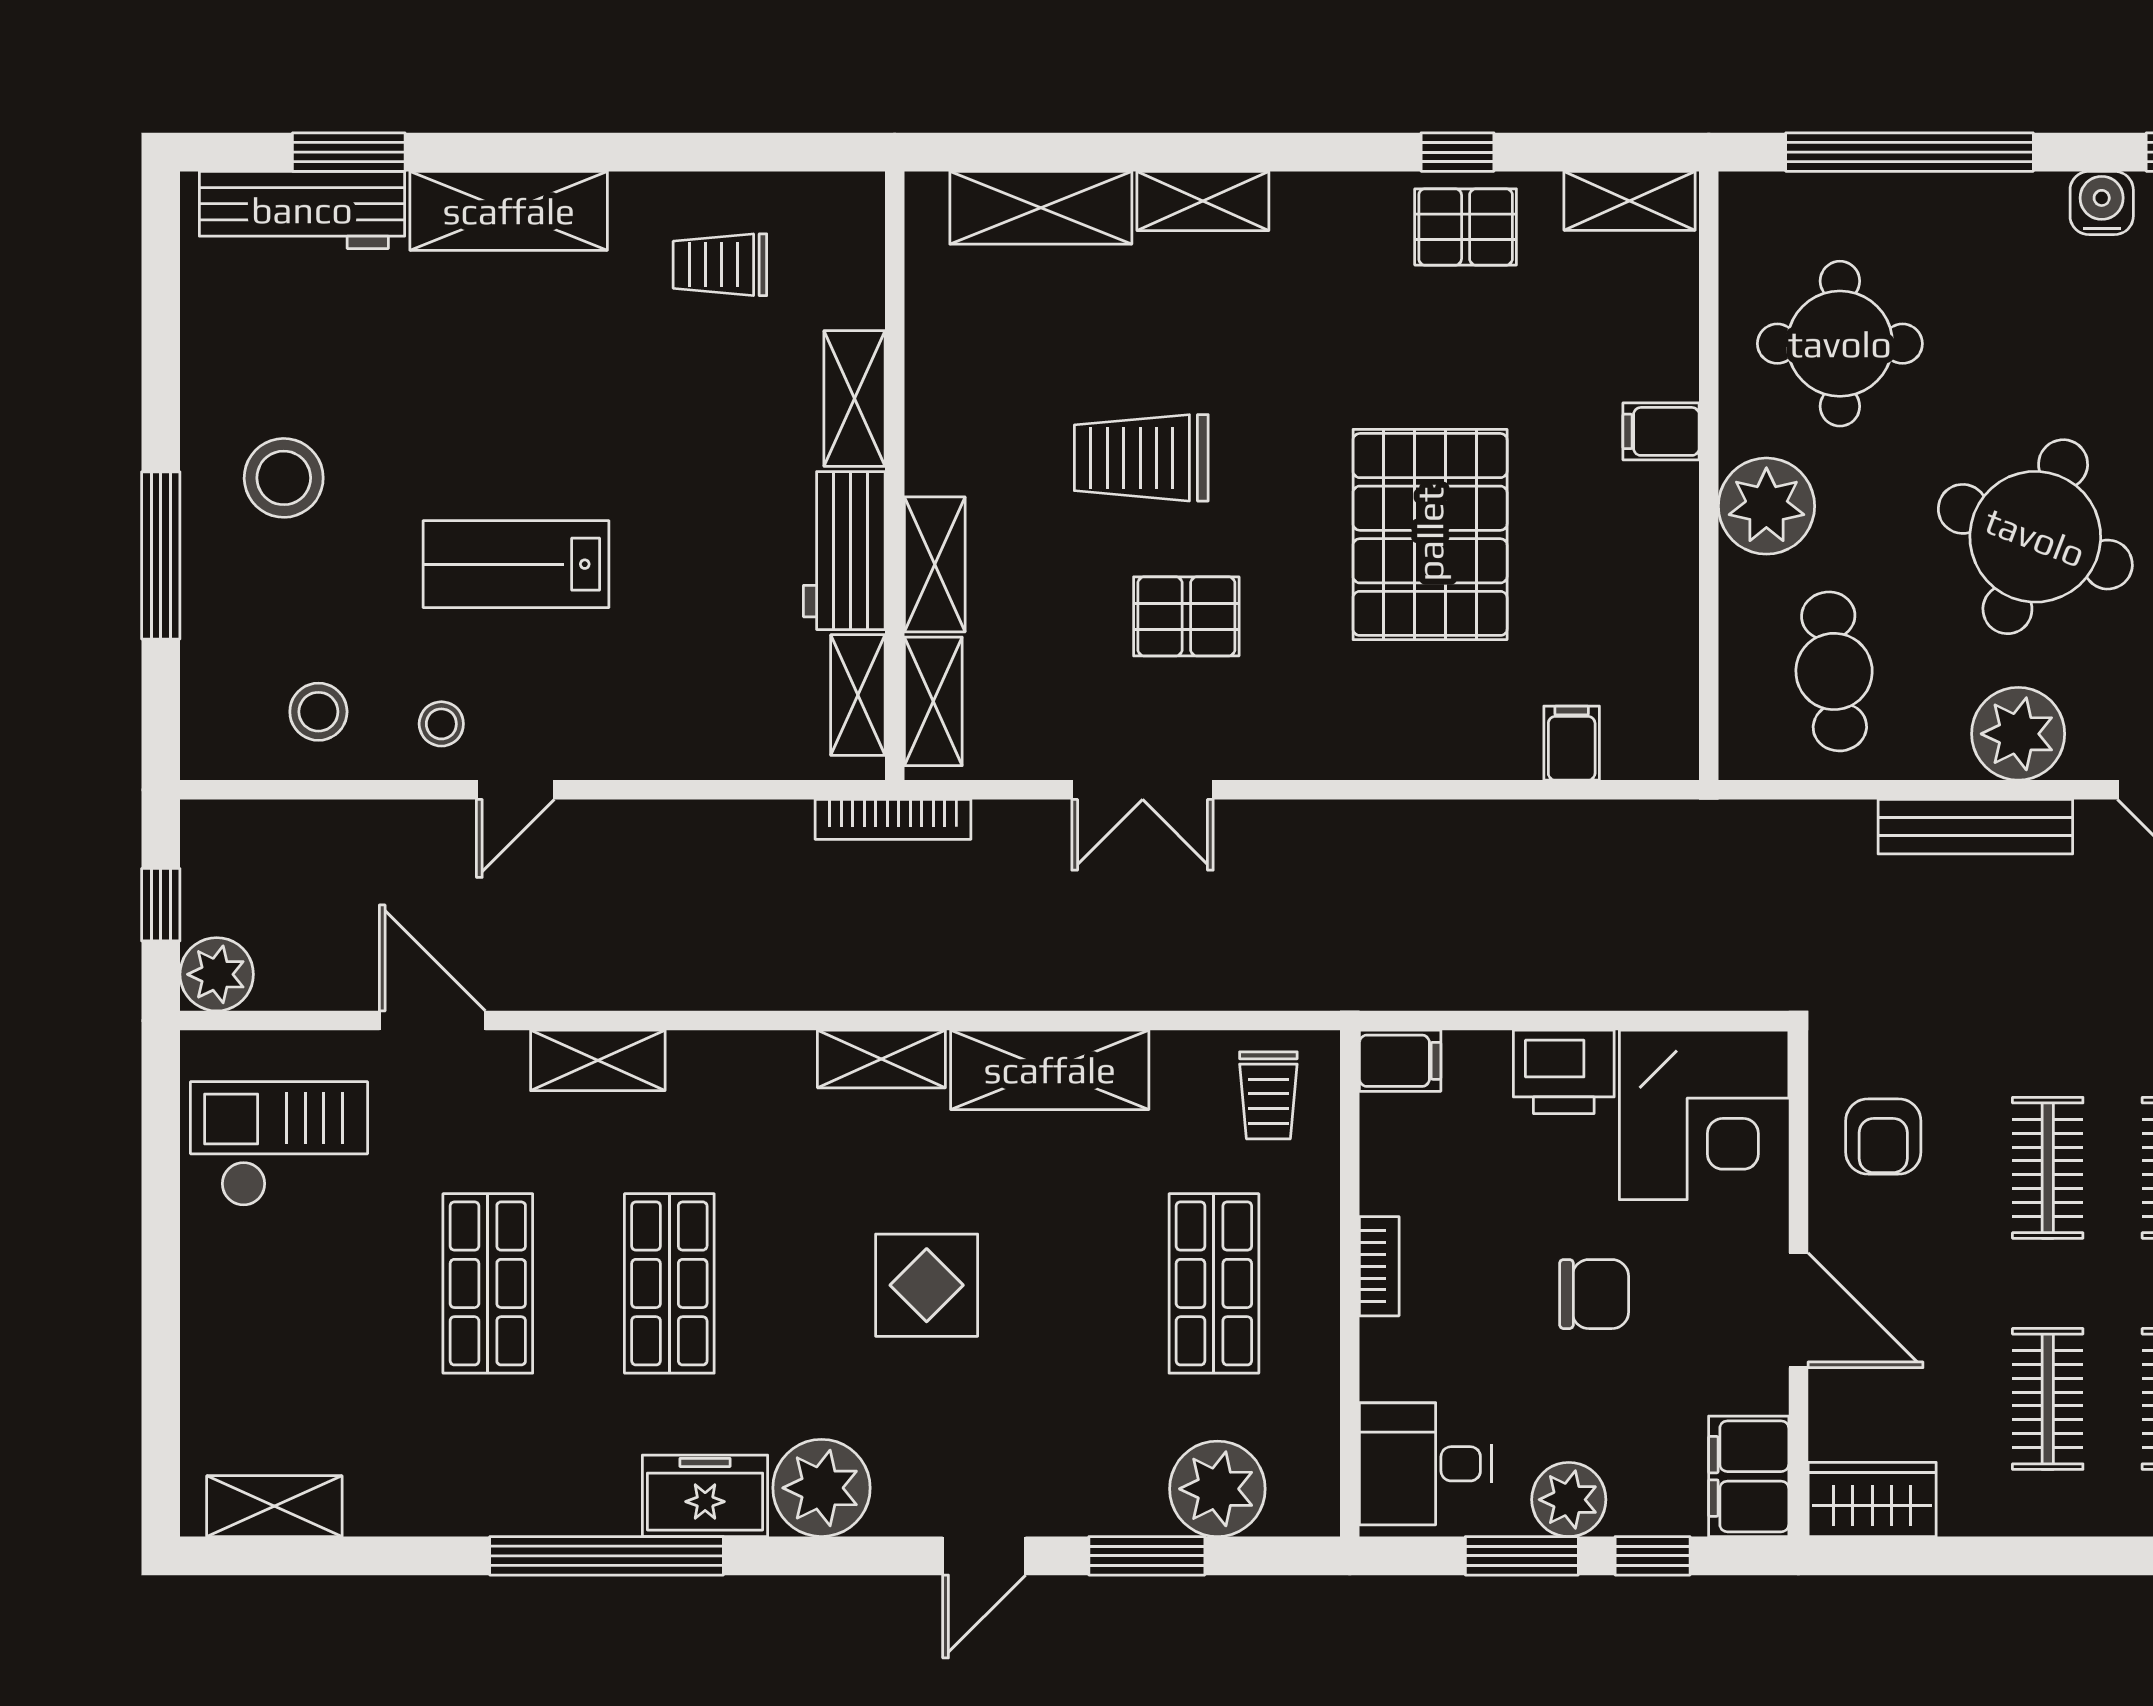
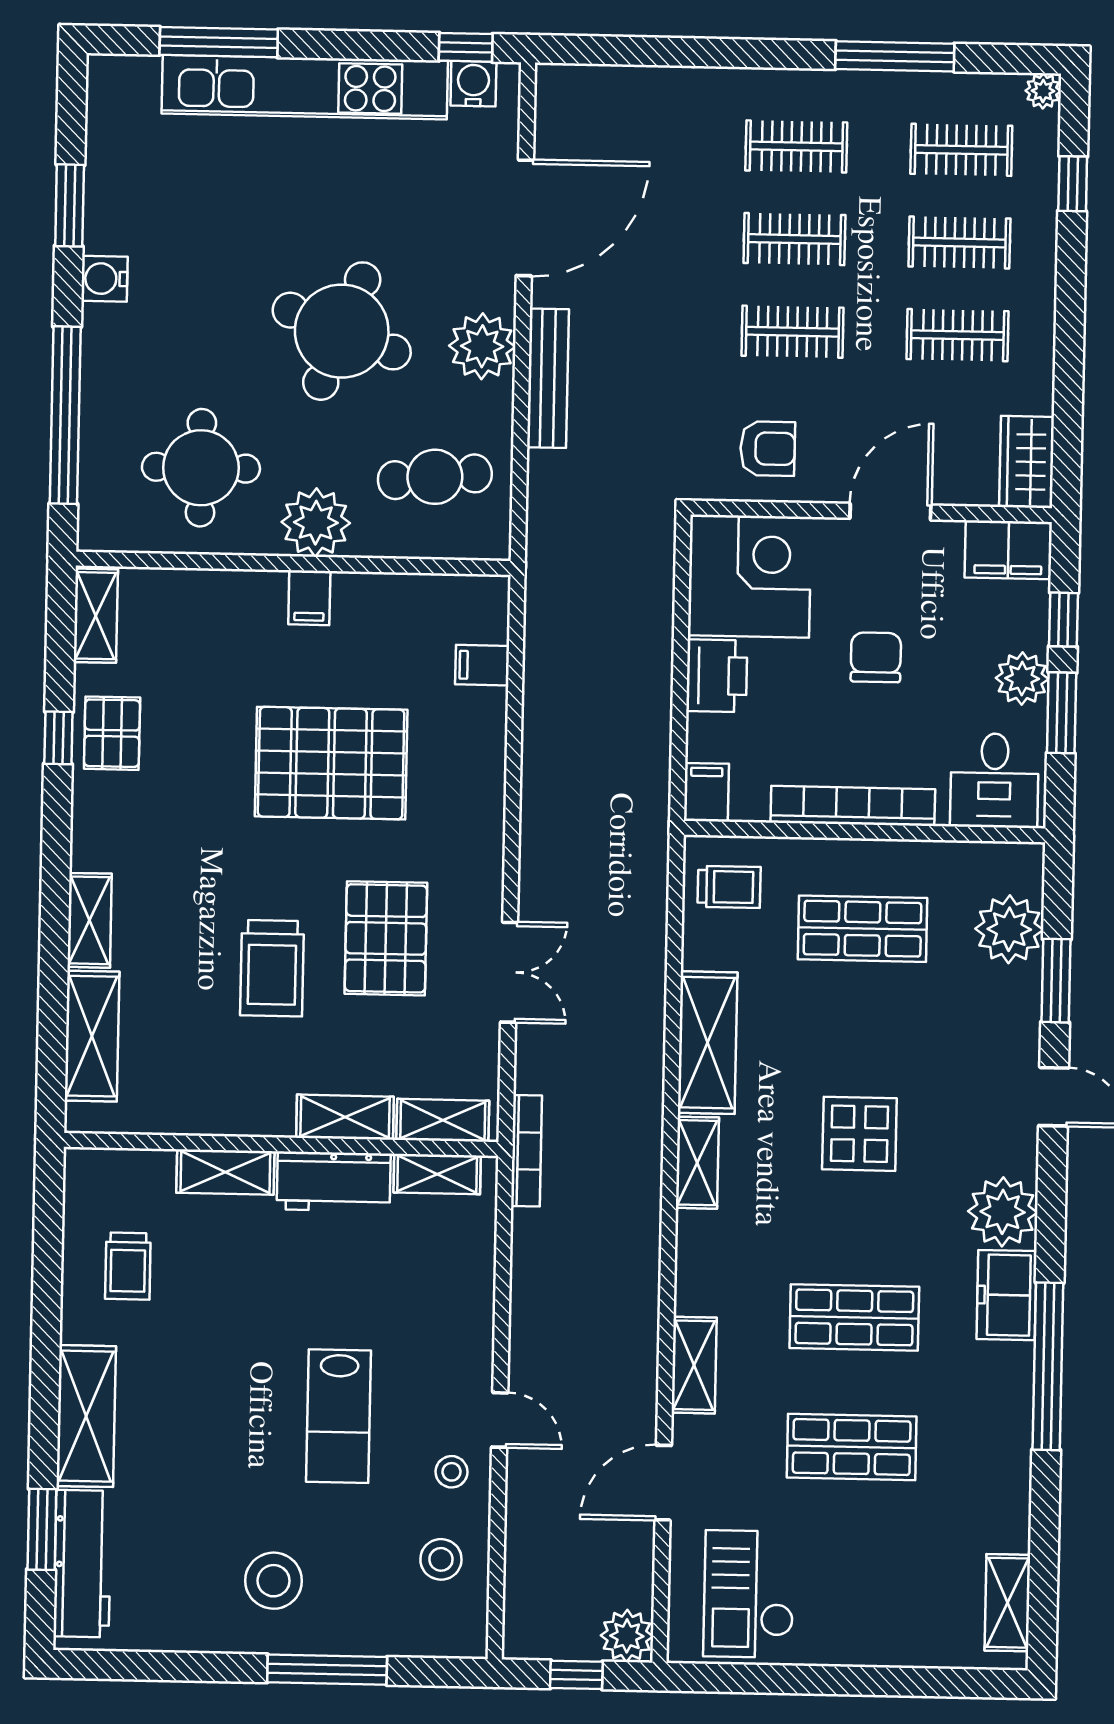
filing cabinet: (1661, 431) -> (309, 598), moved
pallet: (1186, 616) -> (386, 938), width x1.50, depth x1.42
bookcase: (1379, 1266) -> (853, 806), width x2.31, depth x1.31

